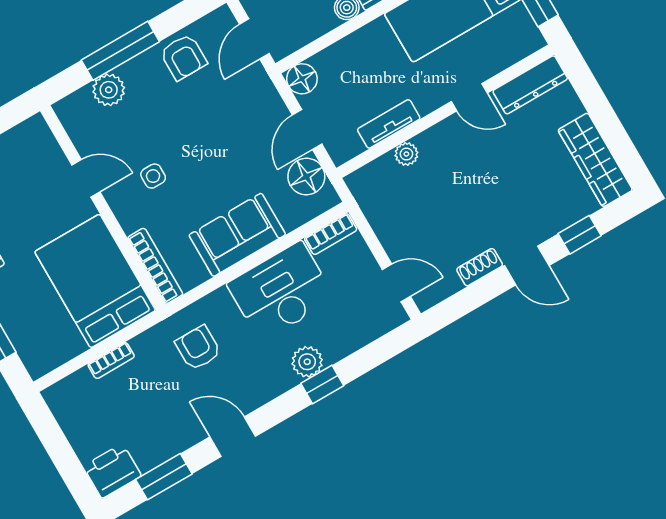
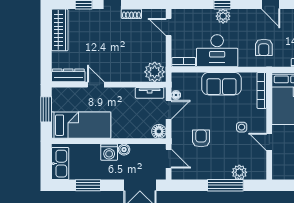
door: (254, 39) -> (169, 159), hinge flipped
armchair: (183, 57) -> (201, 138), moved
tv unit: (389, 124) -> (150, 93), moved
plant: (406, 154) -> (155, 72), moved, width x1.87, depth x1.87
floor lamp: (306, 177) -> (176, 95), width x0.53, depth x0.53

